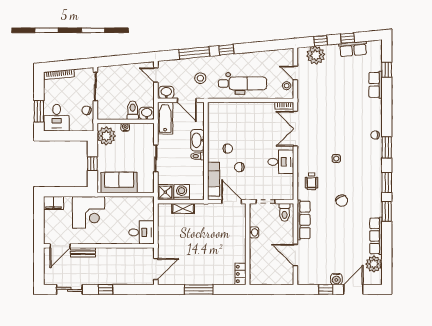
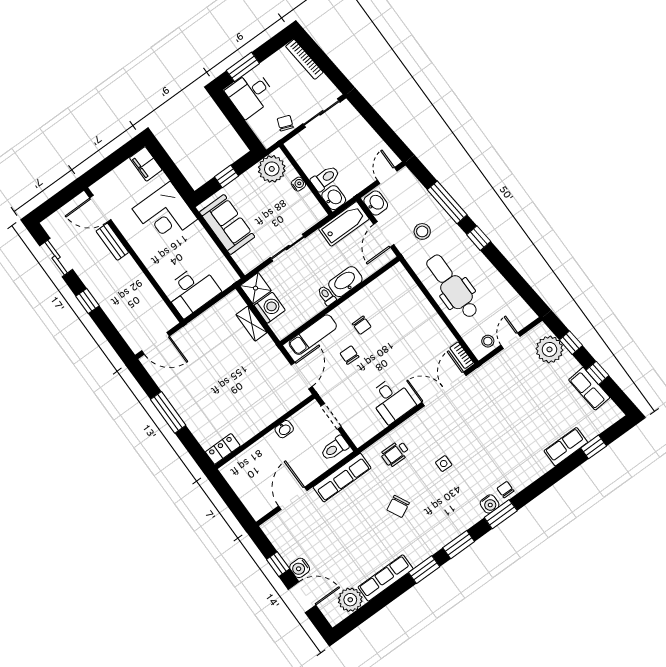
dental chair: (243, 83) -> (452, 286), turned 180
water cooler: (377, 149) -> (490, 504), added
desk: (141, 232) -> (192, 291), width x1.37

